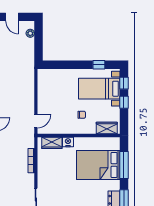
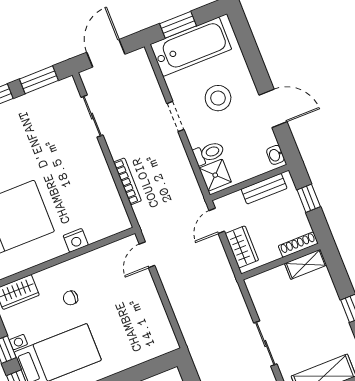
wardrobe: (52, 143) -> (103, 227), removed

